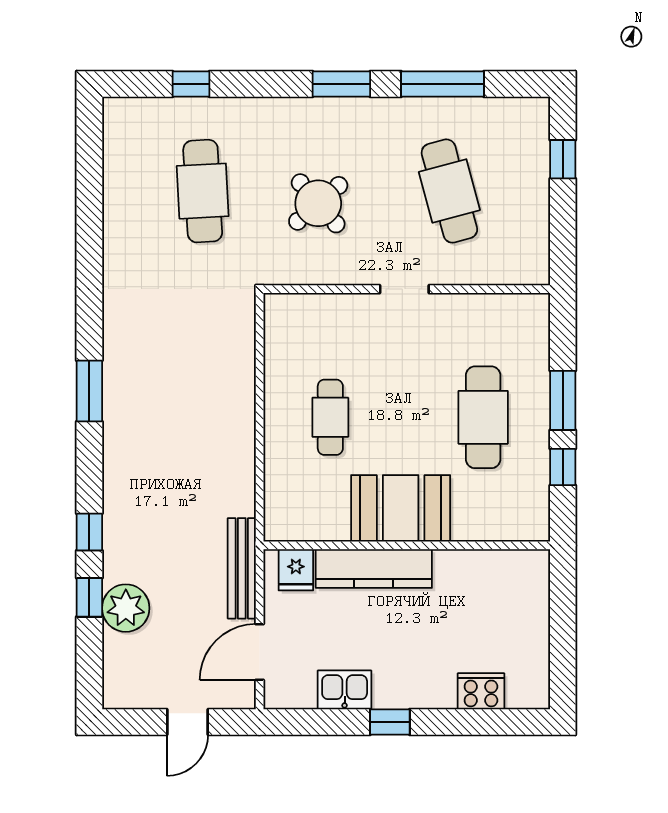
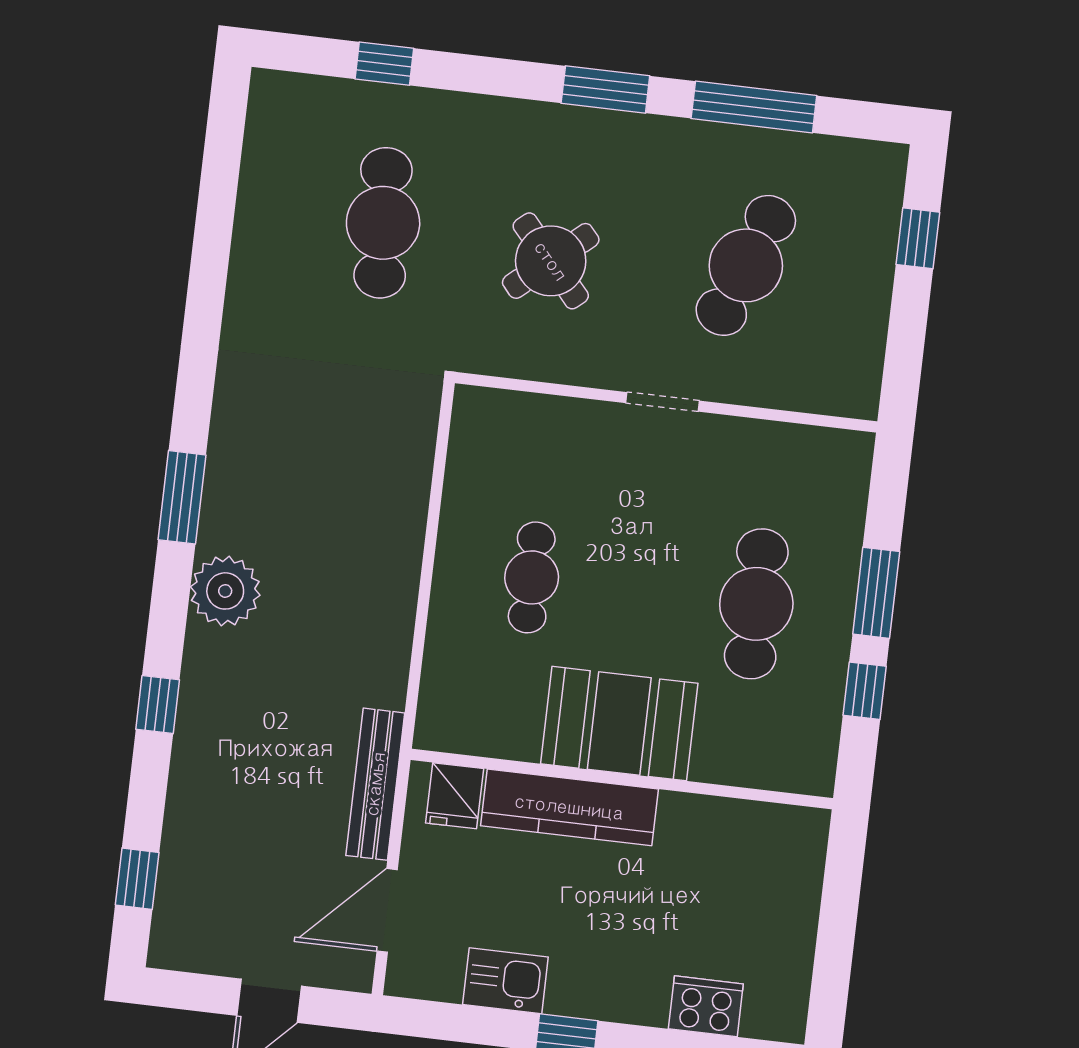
cafe table: (449, 191) -> (746, 265), turned 36
window: (89, 597) -> (137, 879), moved
plant: (126, 608) -> (225, 591), moved

